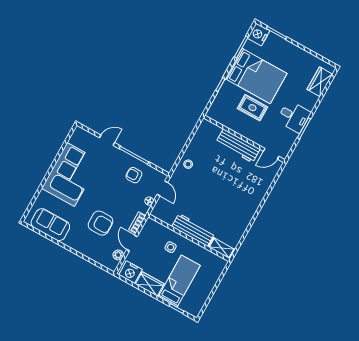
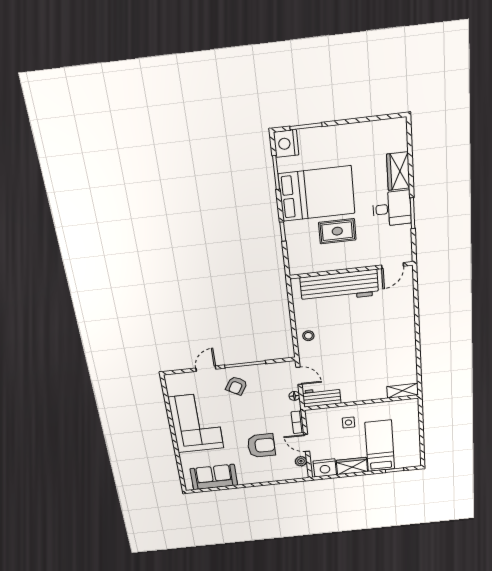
wardrobe: (320, 82) -> (398, 171), moved
workbench: (238, 146) -> (339, 286), width x1.36, depth x1.32
armchair: (134, 175) -> (236, 386), moved, turned -59
workbench: (193, 230) -> (322, 397), moved, width x0.73

